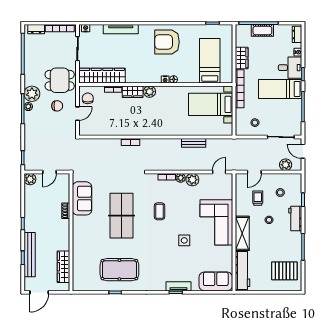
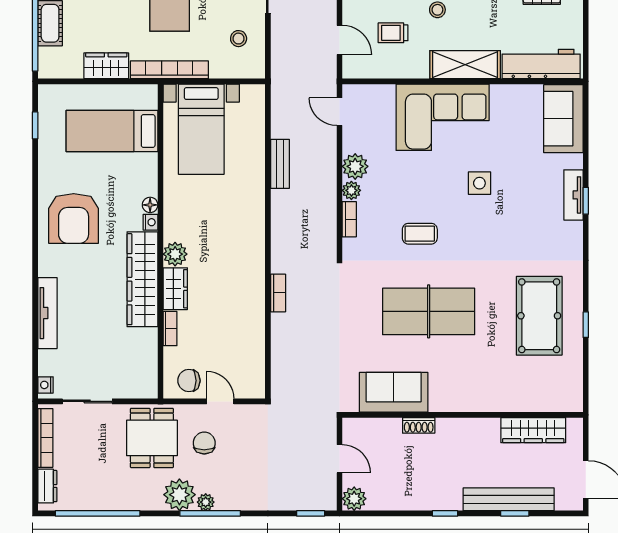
wardrobe: (102, 76) -> (142, 279), moved

